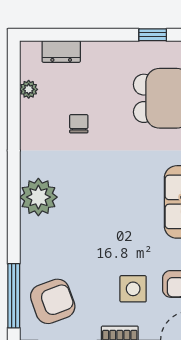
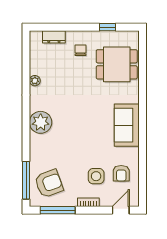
plant: (29, 89) -> (35, 81), moved
chair: (79, 124) -> (80, 50), moved

